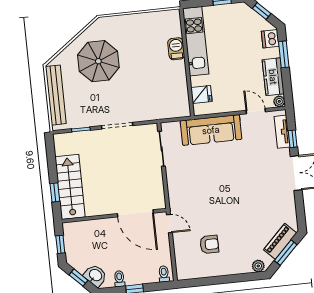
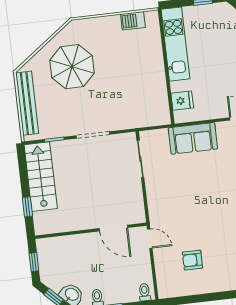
barbecue: (176, 49) -> (133, 21), moved, turned -90
sofa: (211, 130) -> (193, 138), width x0.73
stairs: (70, 187) -> (41, 177), moved
door: (135, 213) -> (113, 228), width x0.73
armchair: (209, 244) -> (192, 260), turned 180

